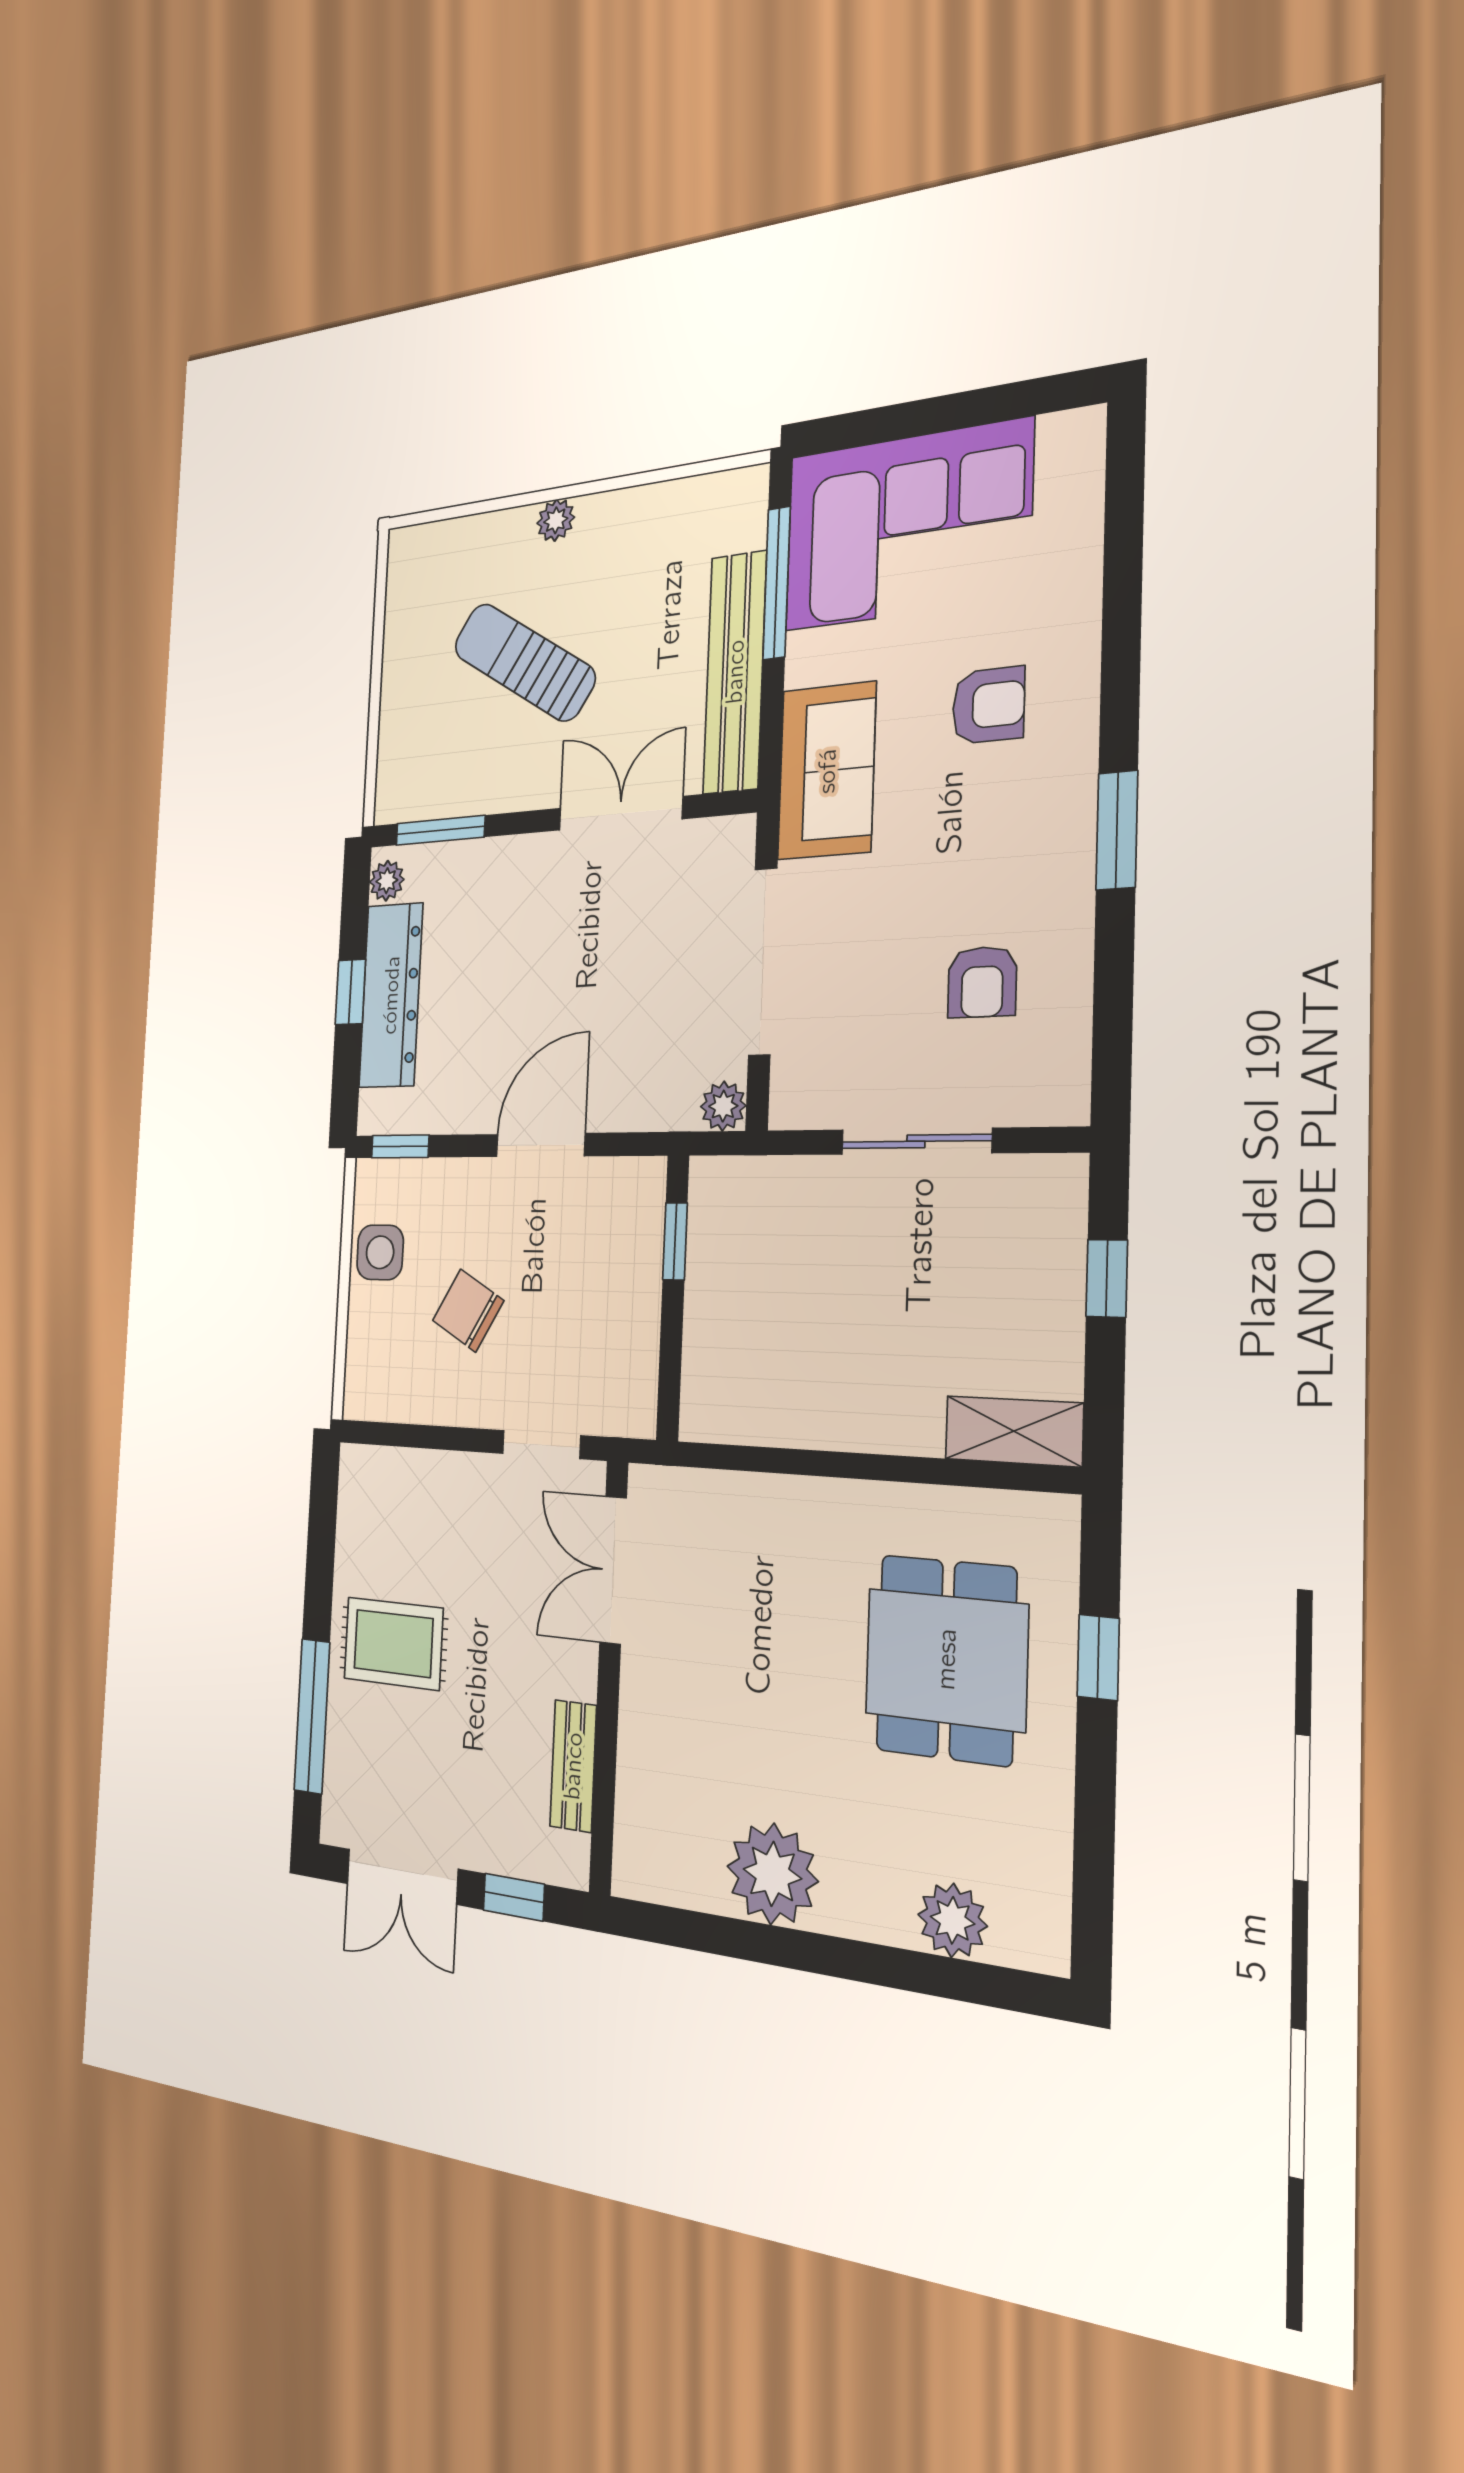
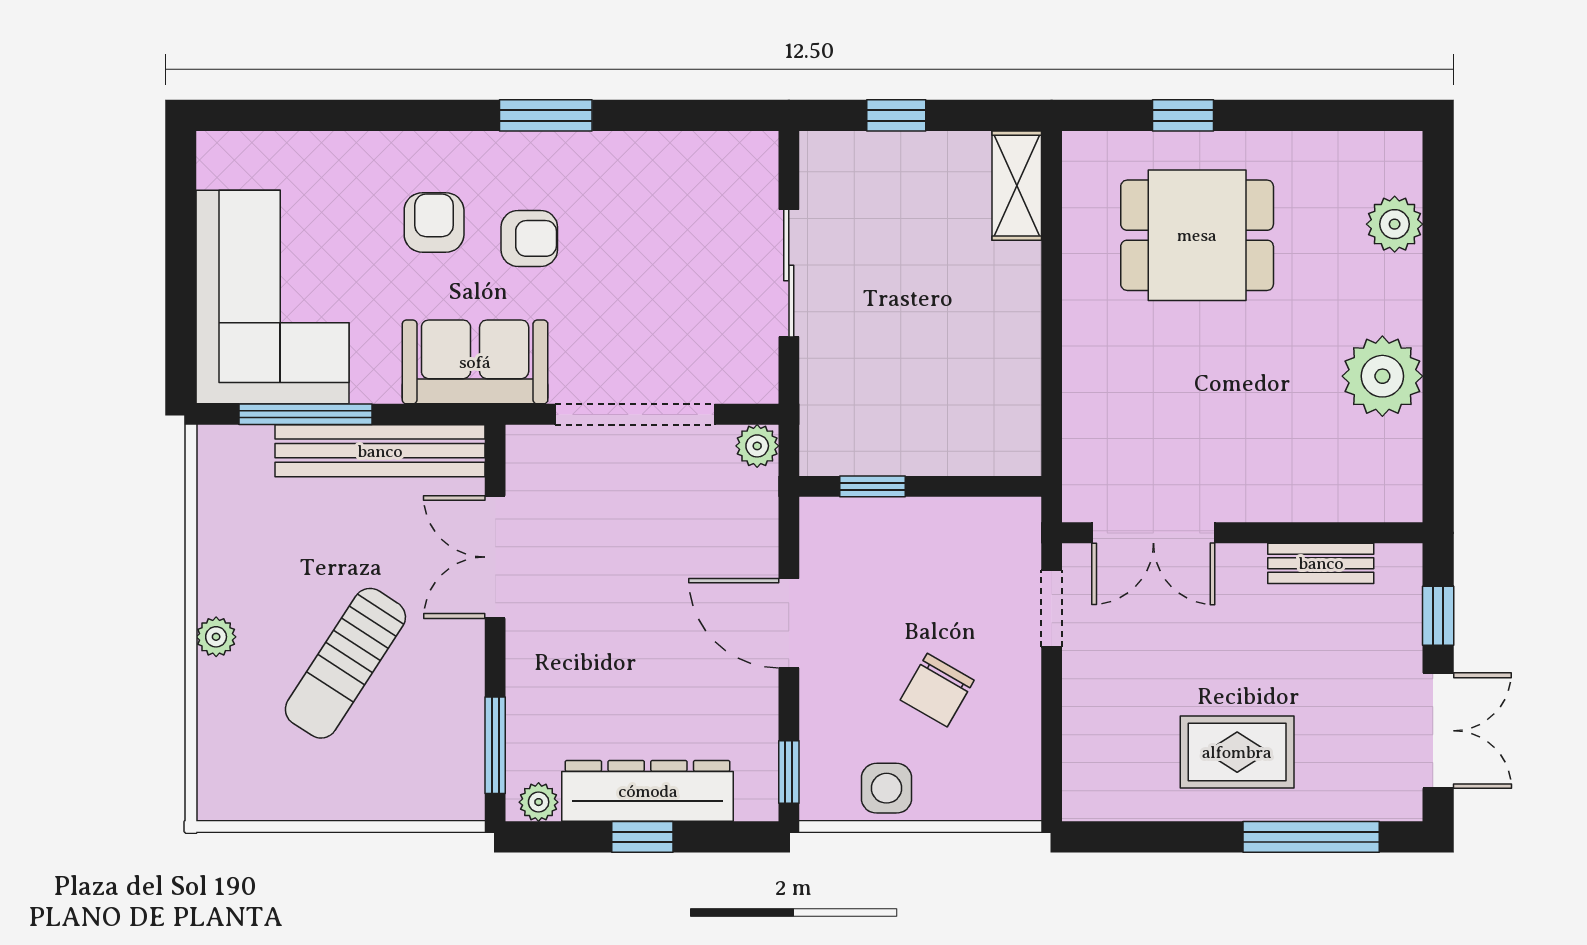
armchair: (982, 982) -> (529, 238), moved
rug: (393, 1643) -> (1237, 752), turned 90

